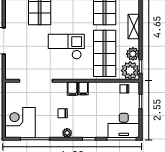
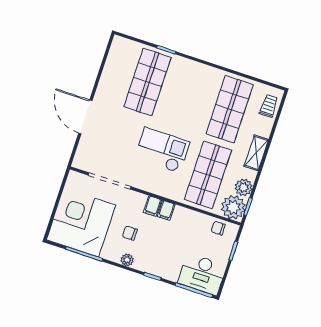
corner desk: (20, 123) -> (81, 222), width x1.36, depth x1.36

